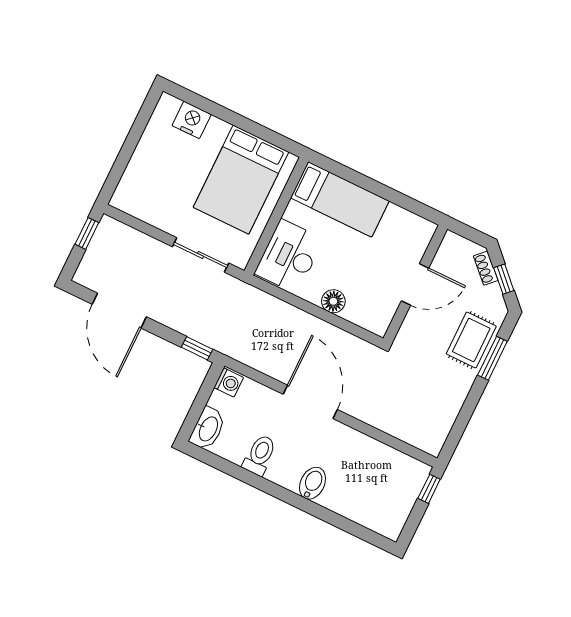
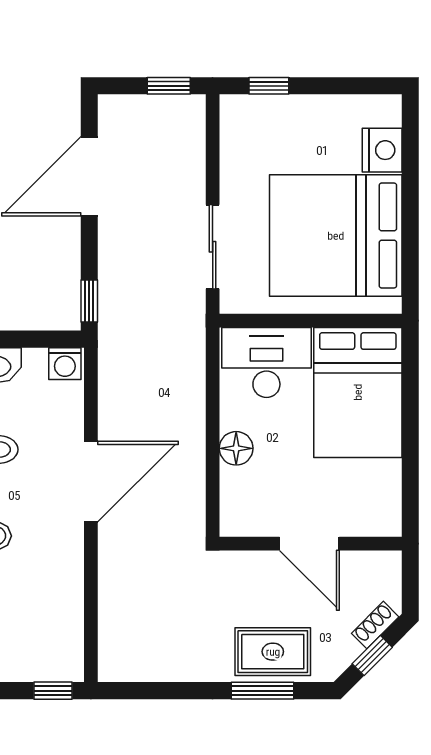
window: (117, 171) -> (269, 86), added
bed: (241, 180) -> (336, 236), width x1.36
bed: (340, 199) -> (358, 392), width x1.50

